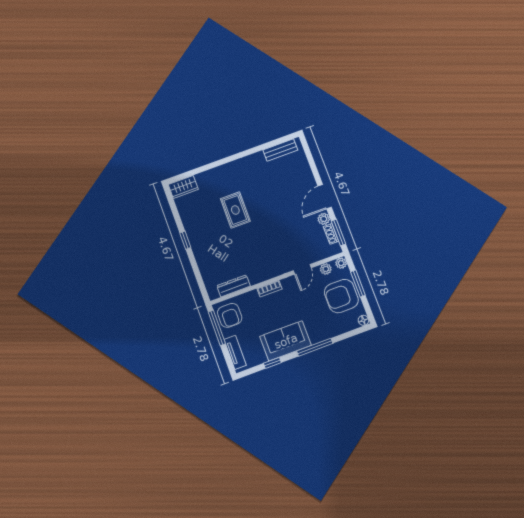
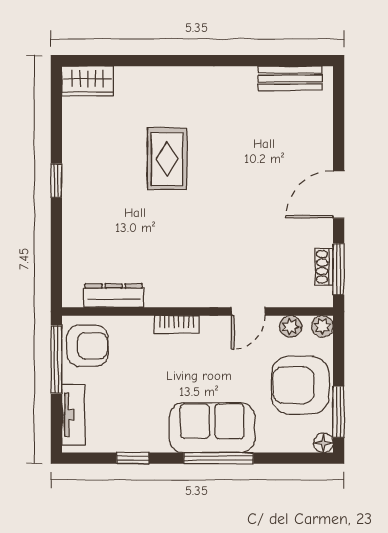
plant: (324, 219) -> (321, 235), removed
window: (358, 283) -> (339, 412), moved
armchair: (230, 315) -> (87, 346), turned -90
sofa: (286, 341) -> (212, 428), moved

